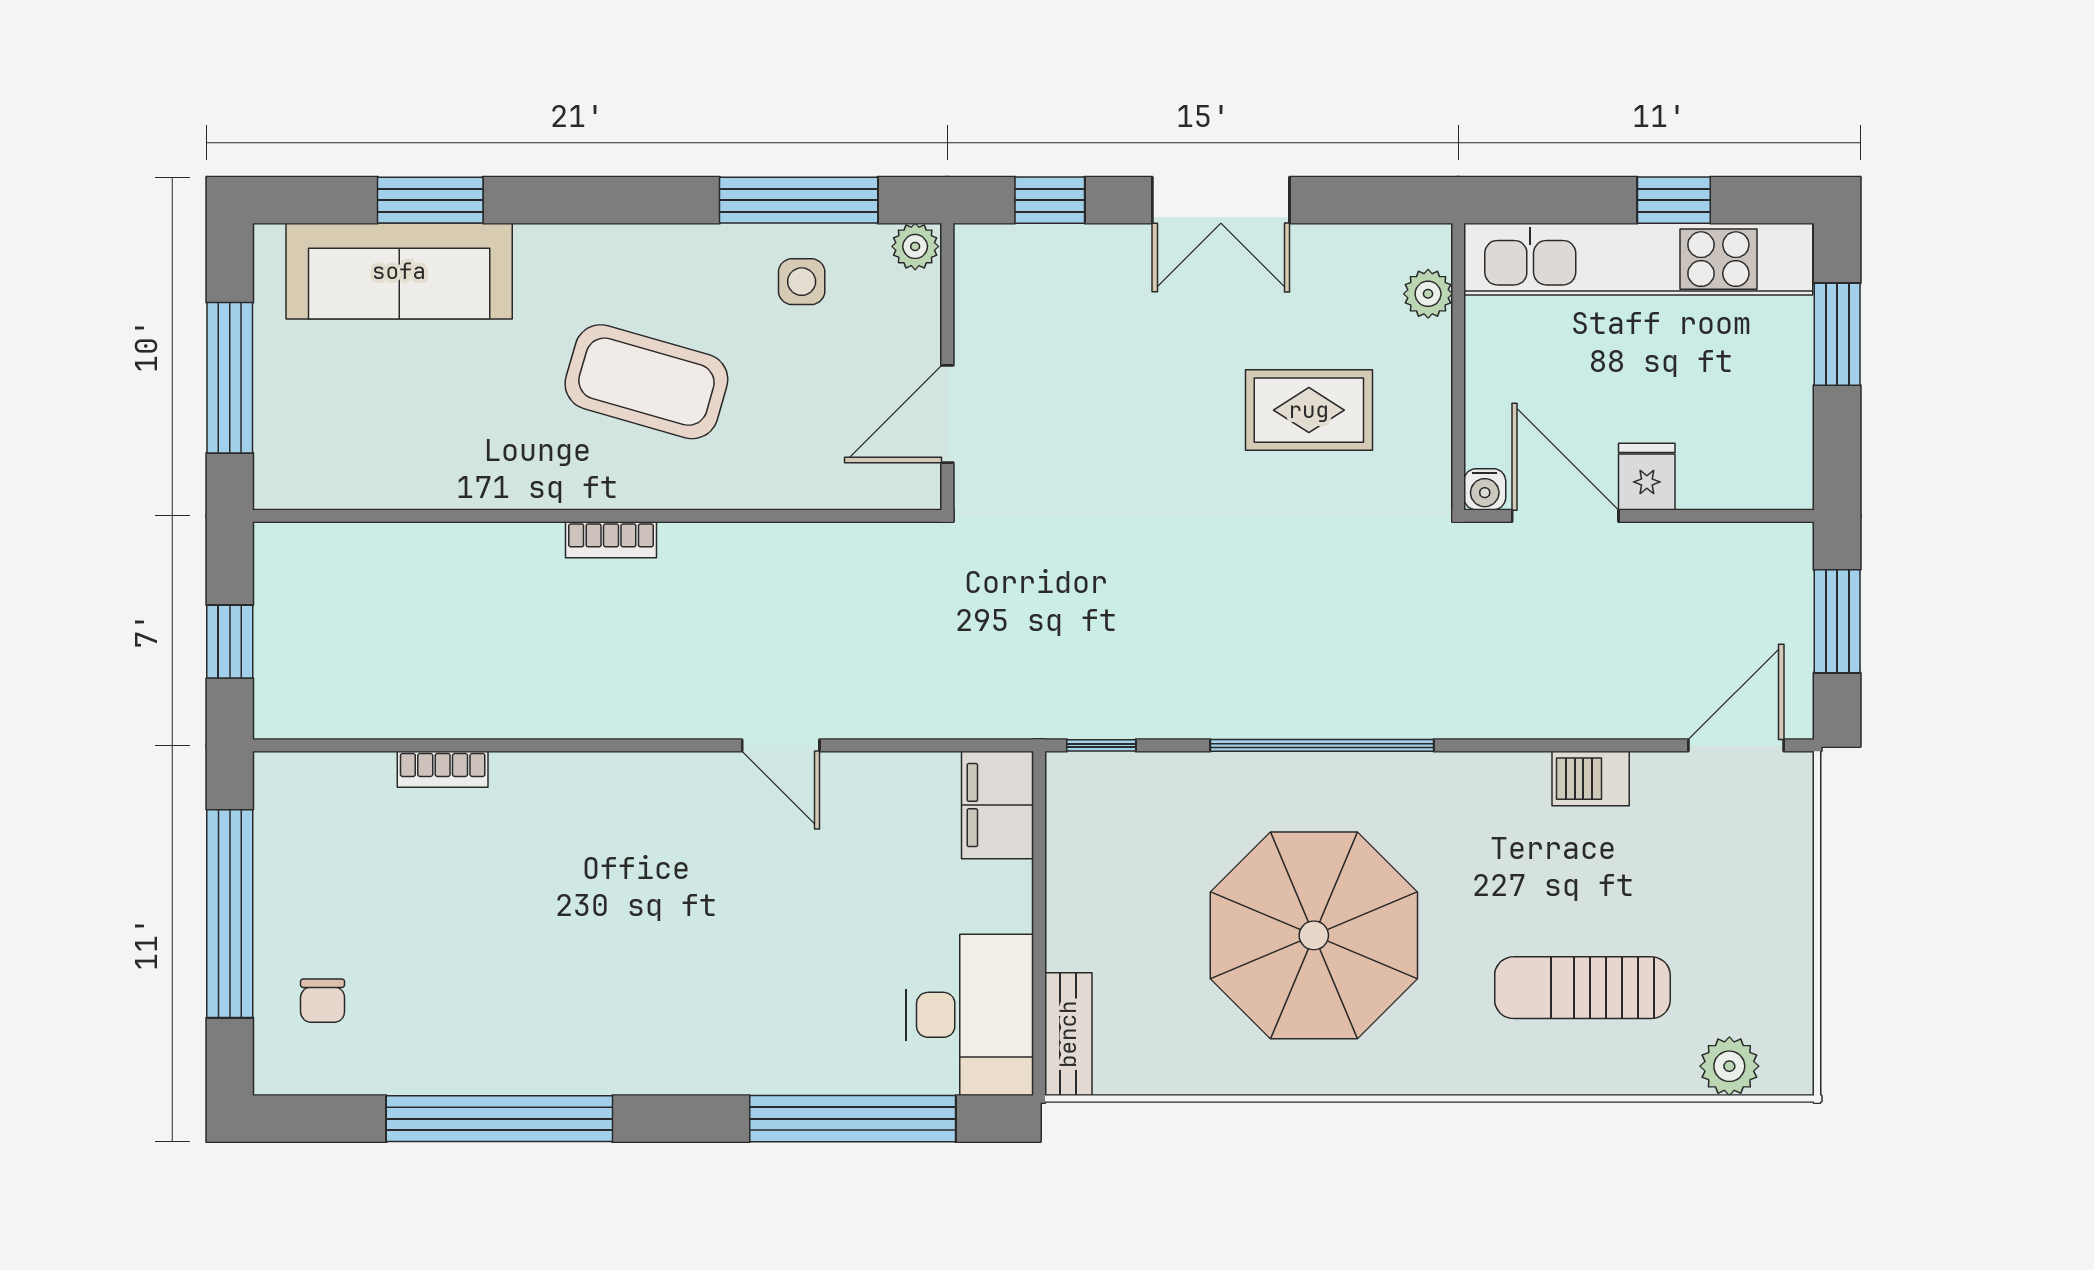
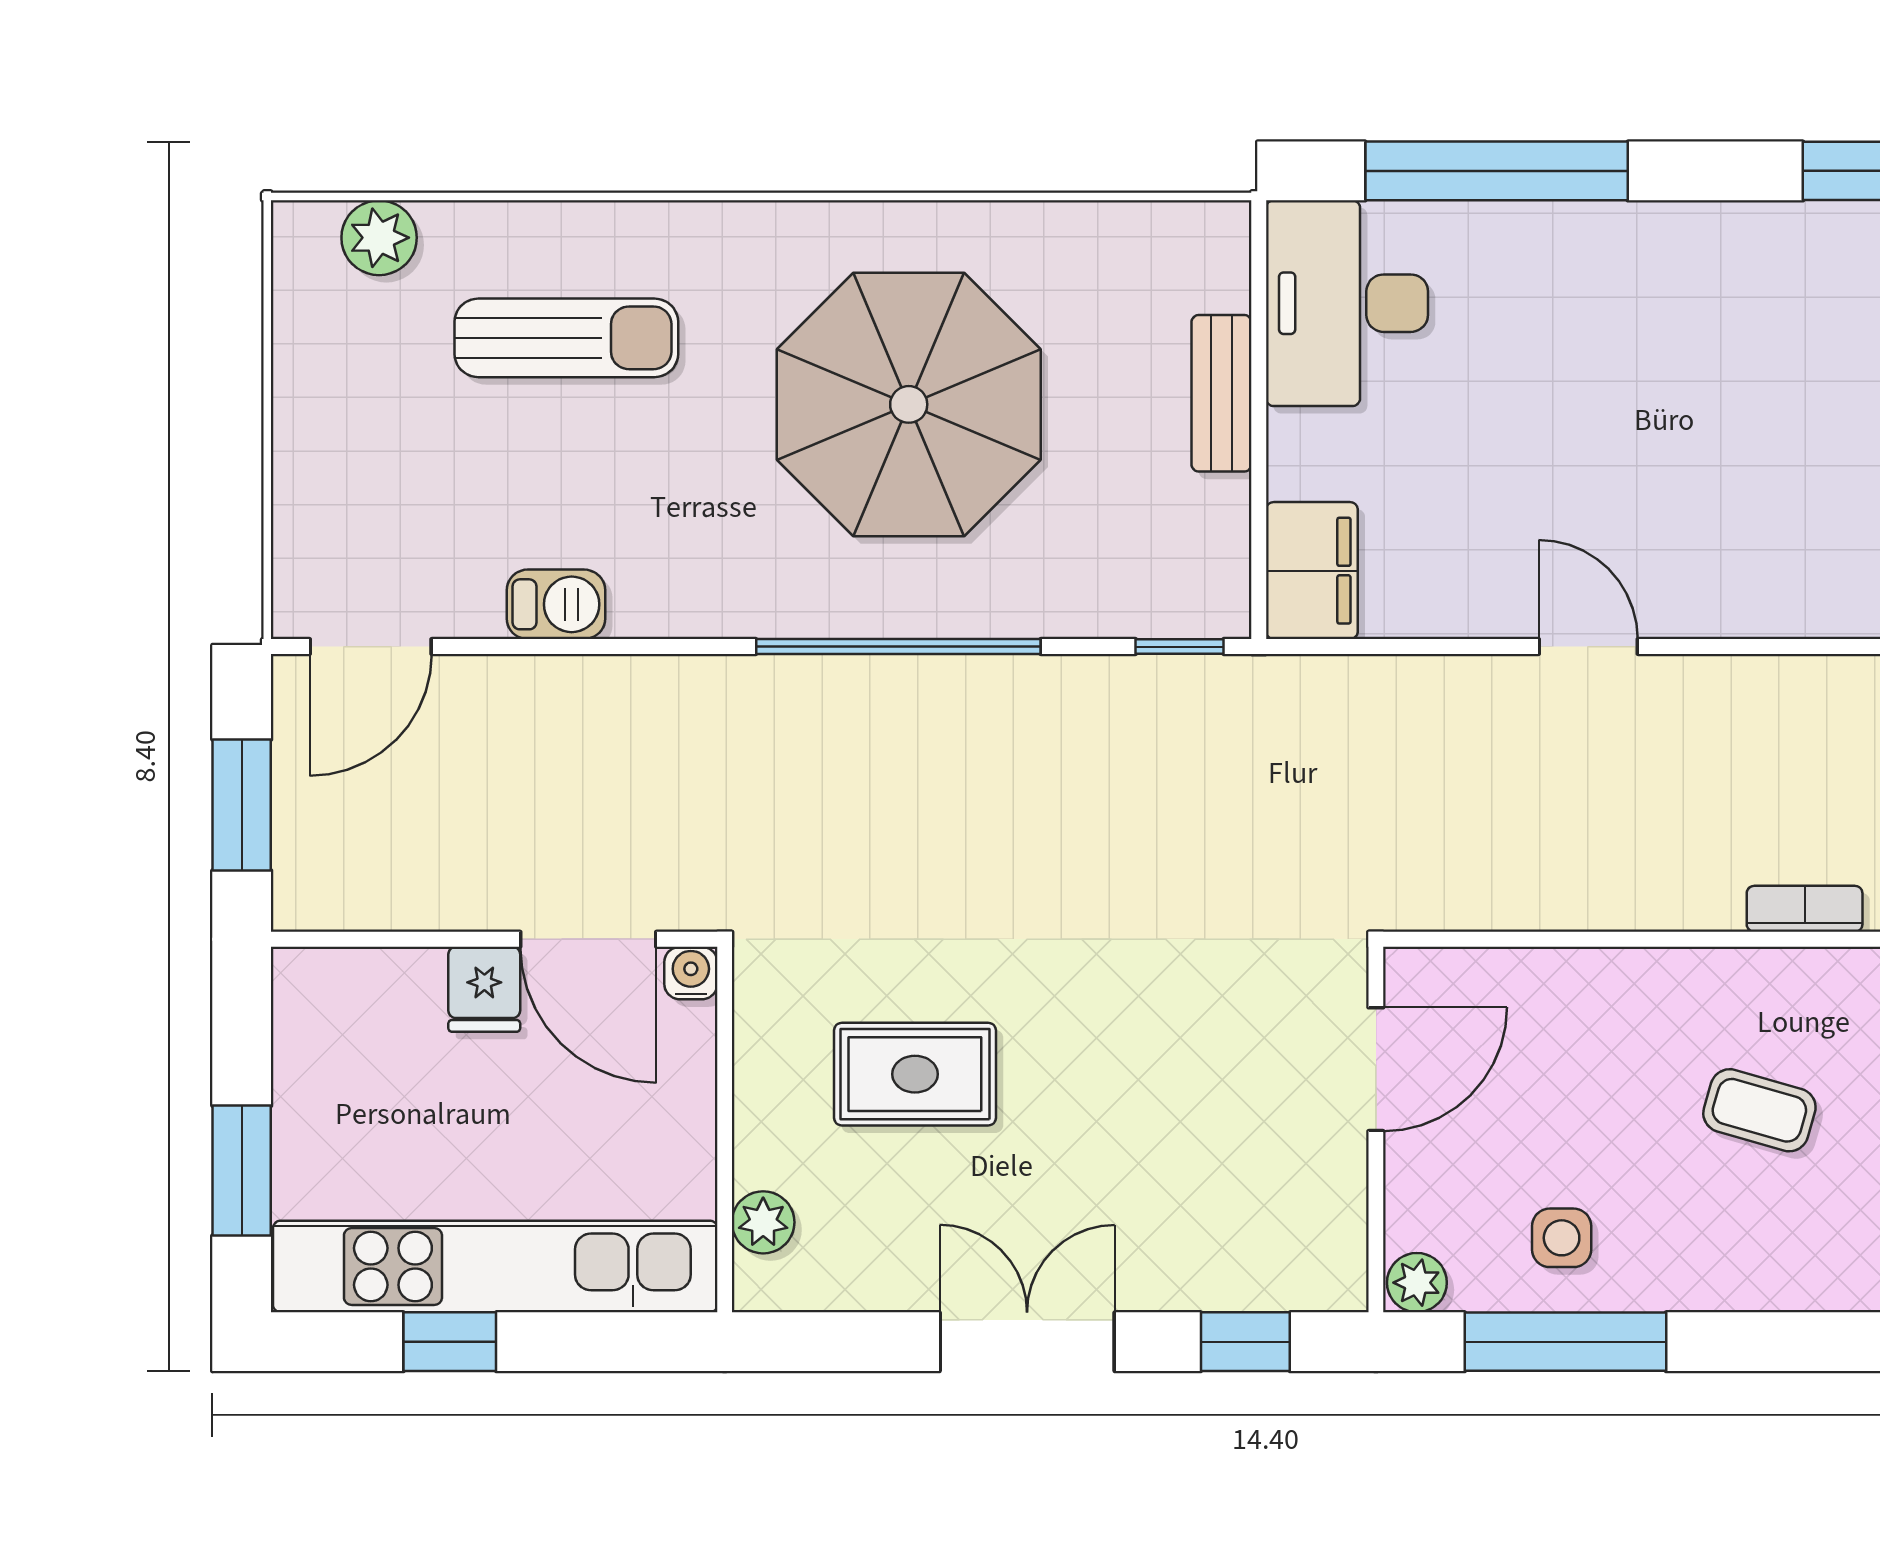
coffee table: (646, 382) -> (1759, 1110), width x0.54, depth x0.58
bench: (1068, 1034) -> (1221, 393), moved

